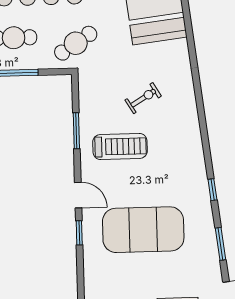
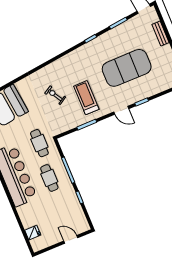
cafe table: (76, 43) -> (39, 143), turned 33
door: (78, 195) -> (121, 110), swing flipped
exercise mat: (143, 230) -> (127, 68), turned 90

